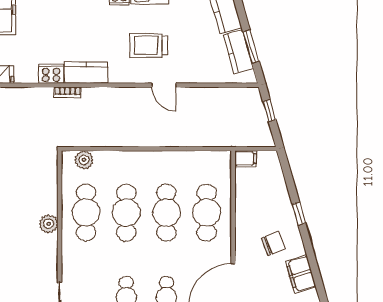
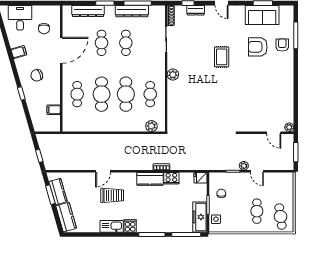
door: (164, 85) -> (103, 171), swing flipped
filing cabinet: (246, 159) -> (54, 110), moved
cafe table: (86, 213) -> (150, 94), width x0.73, depth x0.74
cafe table: (207, 213) -> (77, 94), width x0.73, depth x0.74
plant: (49, 224) -> (173, 75), moved
filing cabinet: (301, 274) -> (19, 52), width x0.50

